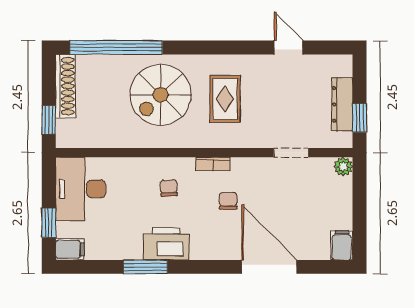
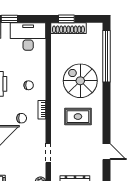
door: (288, 47) -> (107, 152), hinge flipped
shoe rack: (65, 86) -> (68, 28), moved

